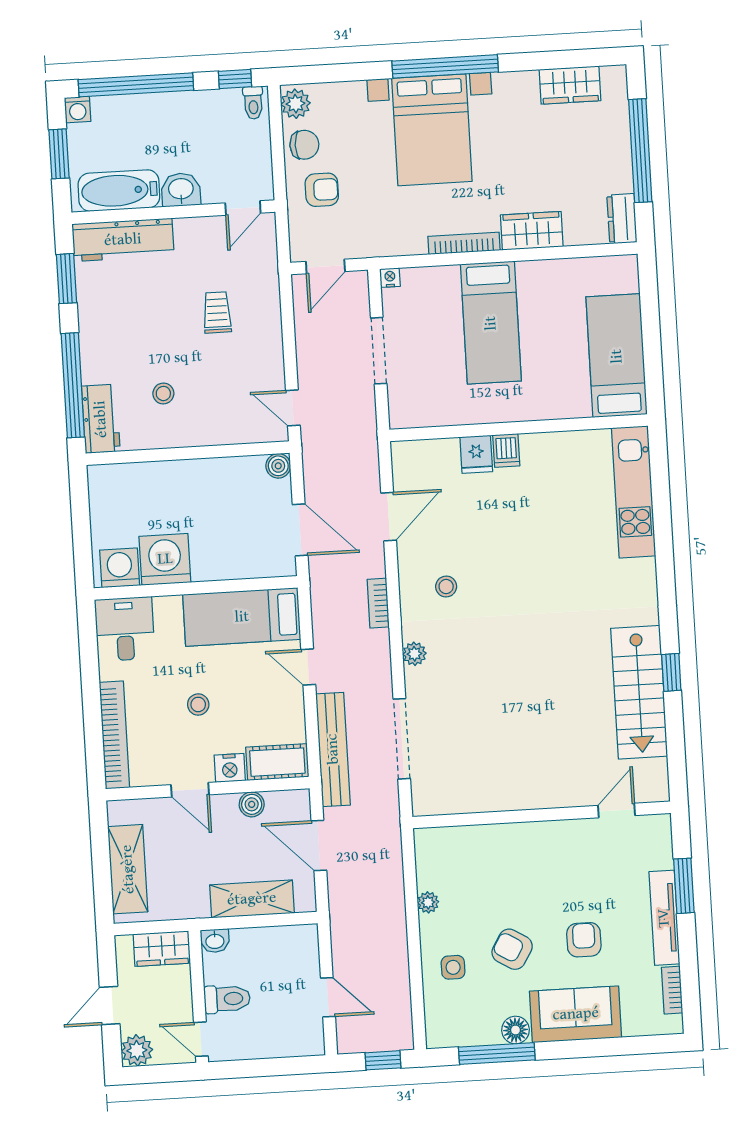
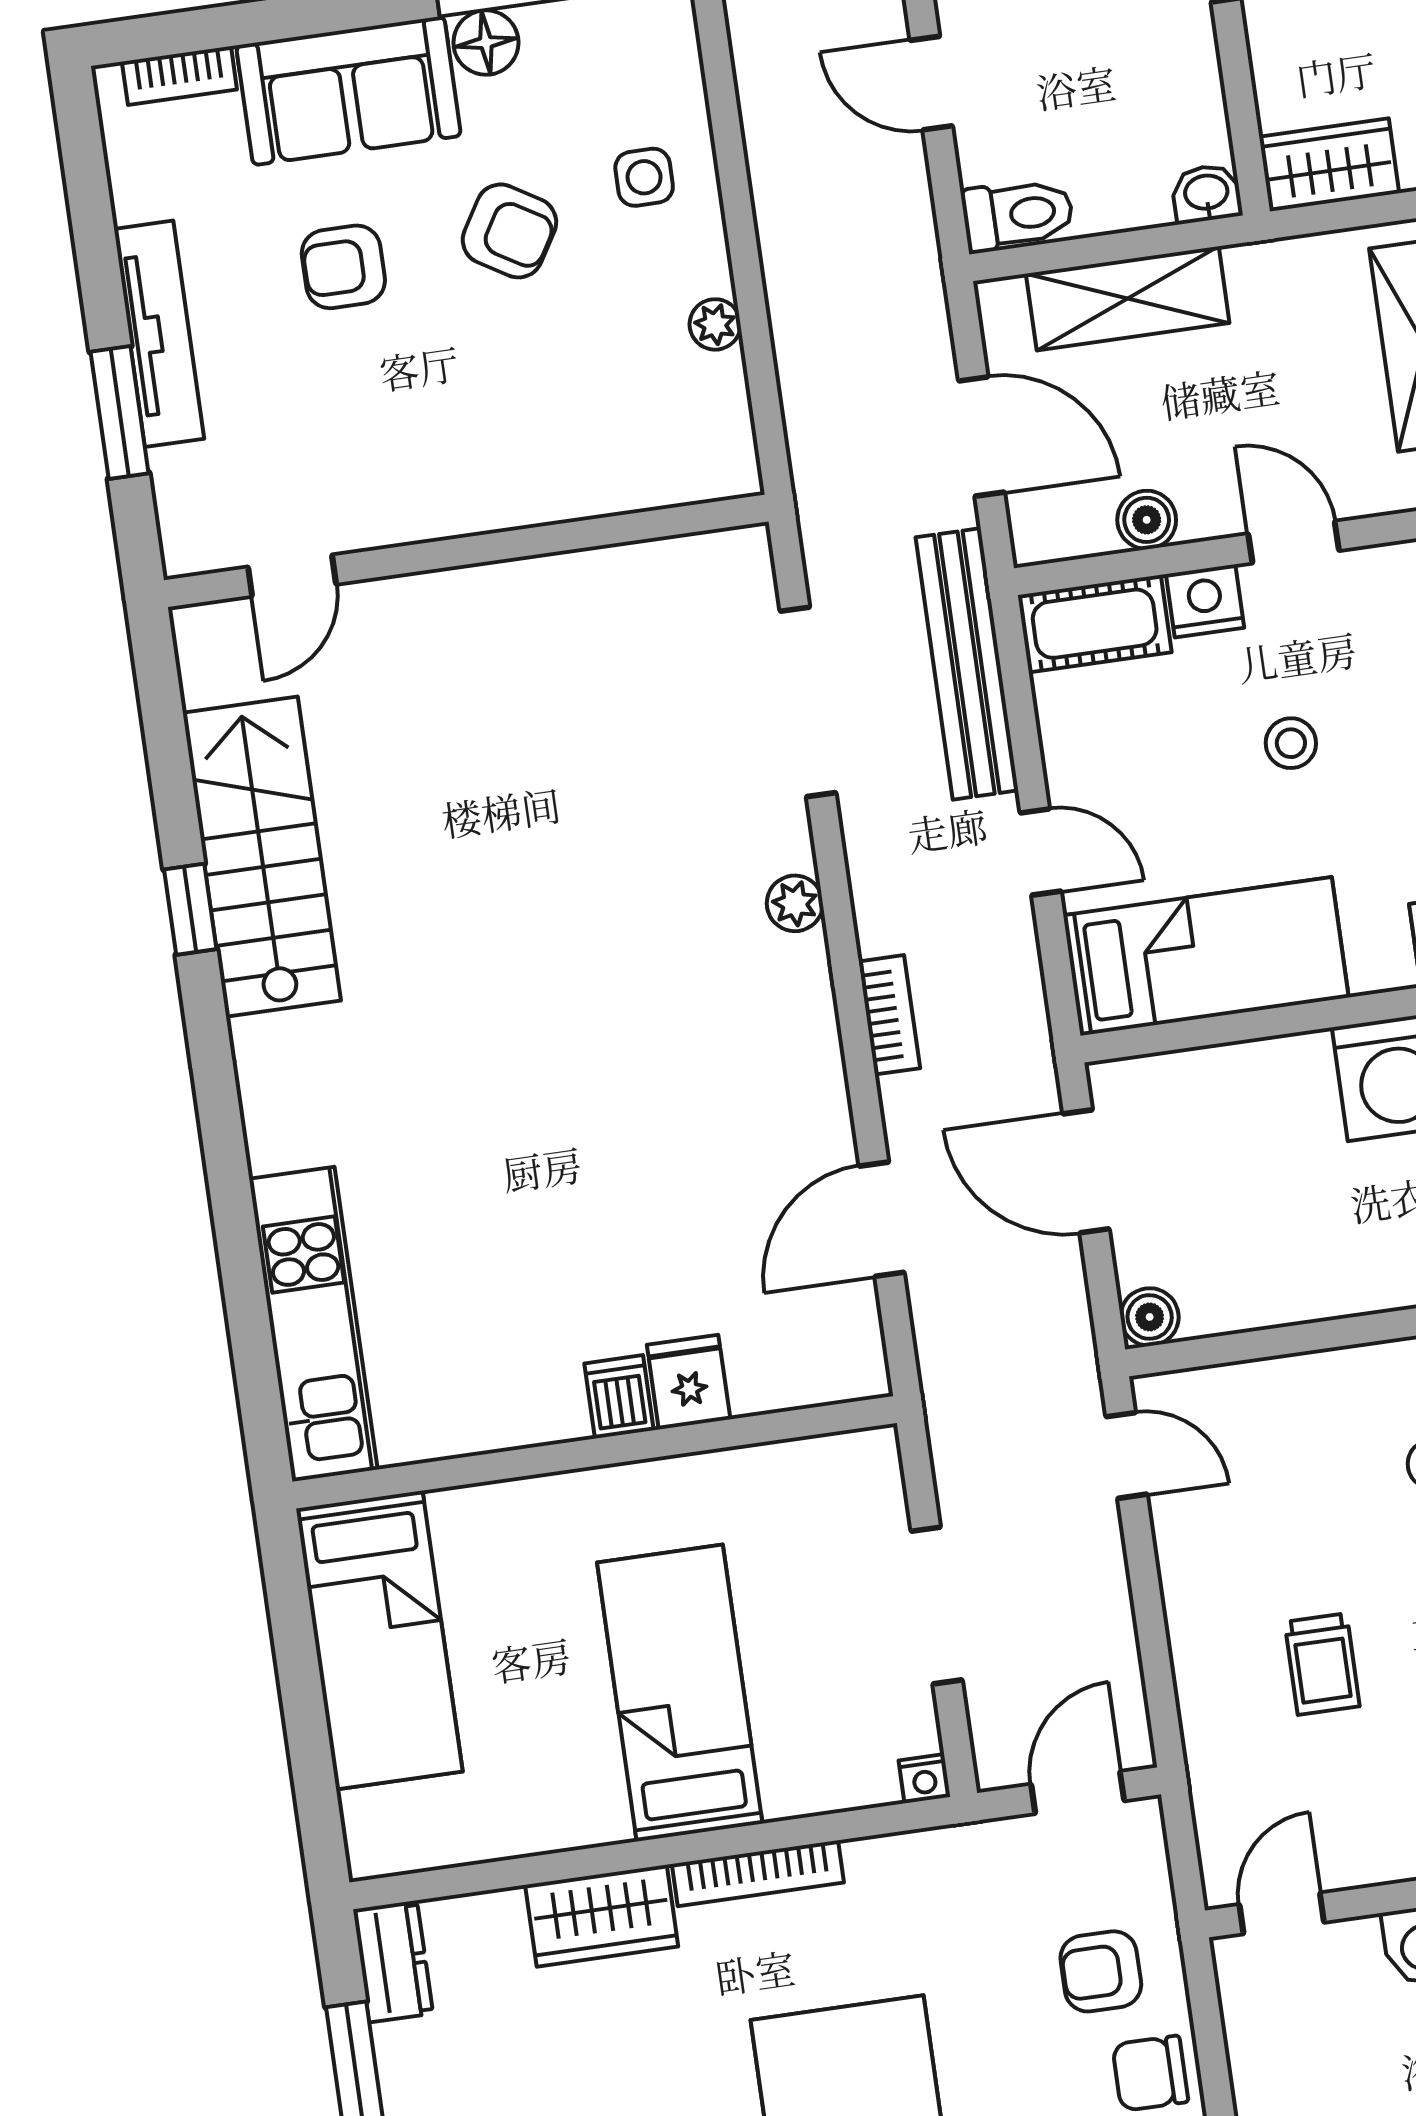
stool: (446, 587) -> (734, 1067), removed
armchair: (584, 940) -> (343, 267), turned 90
bookcase: (672, 990) -> (179, 76), moved, turned 90
toilet: (227, 999) -> (1018, 215), moved, turned 180

